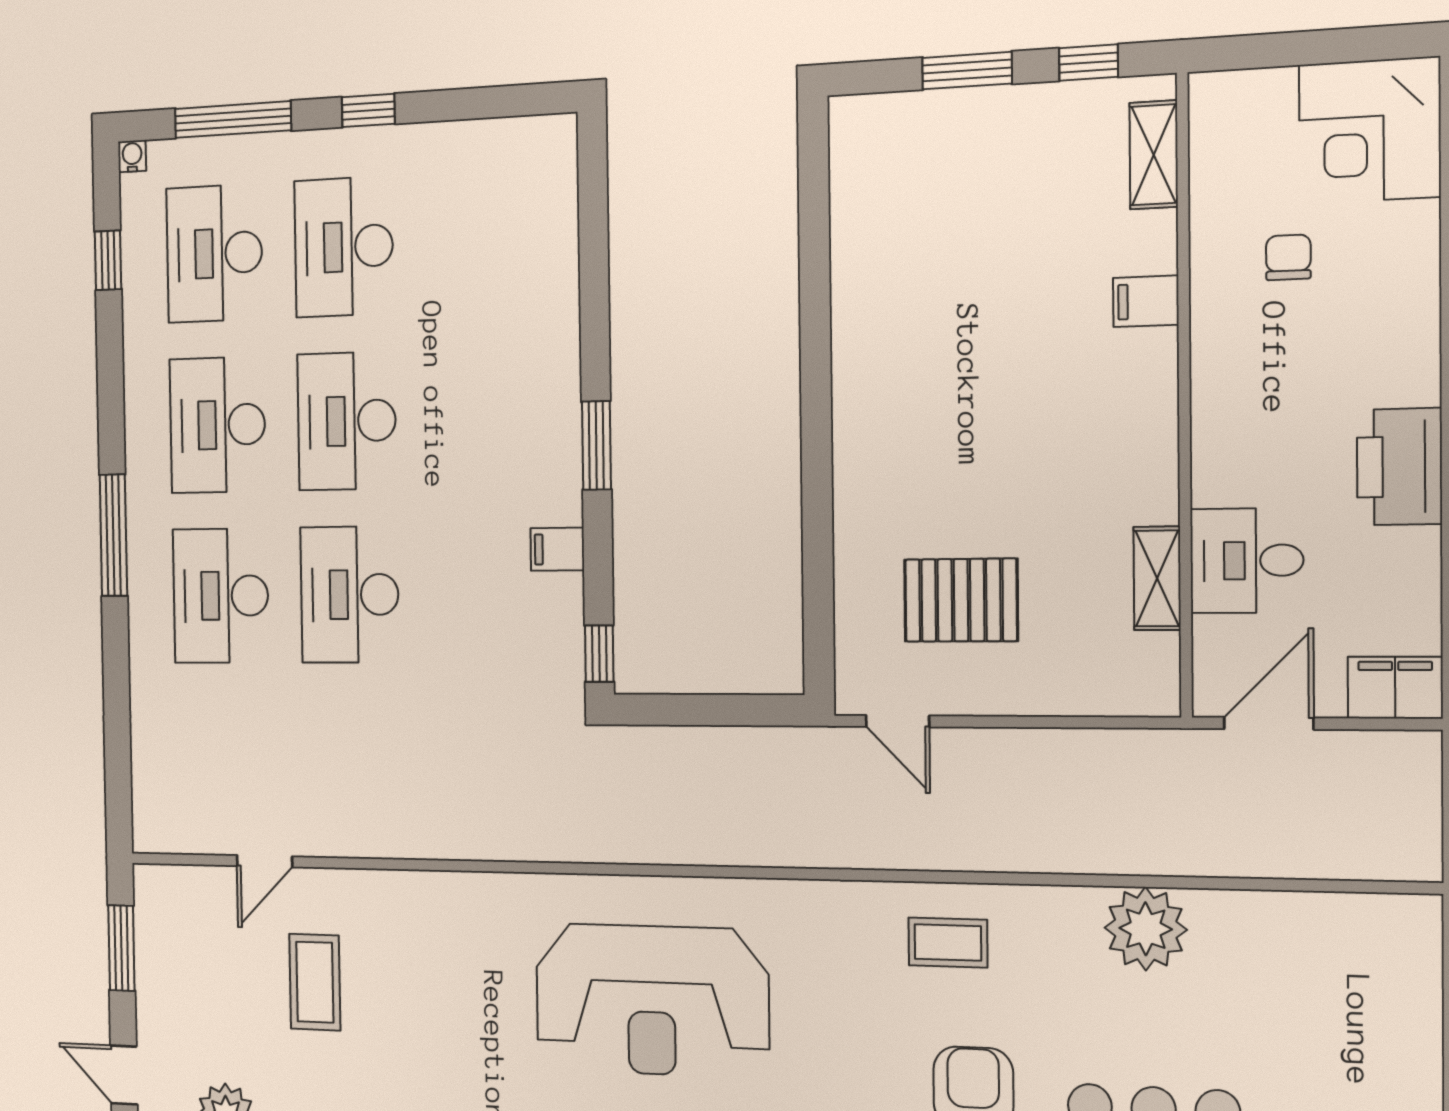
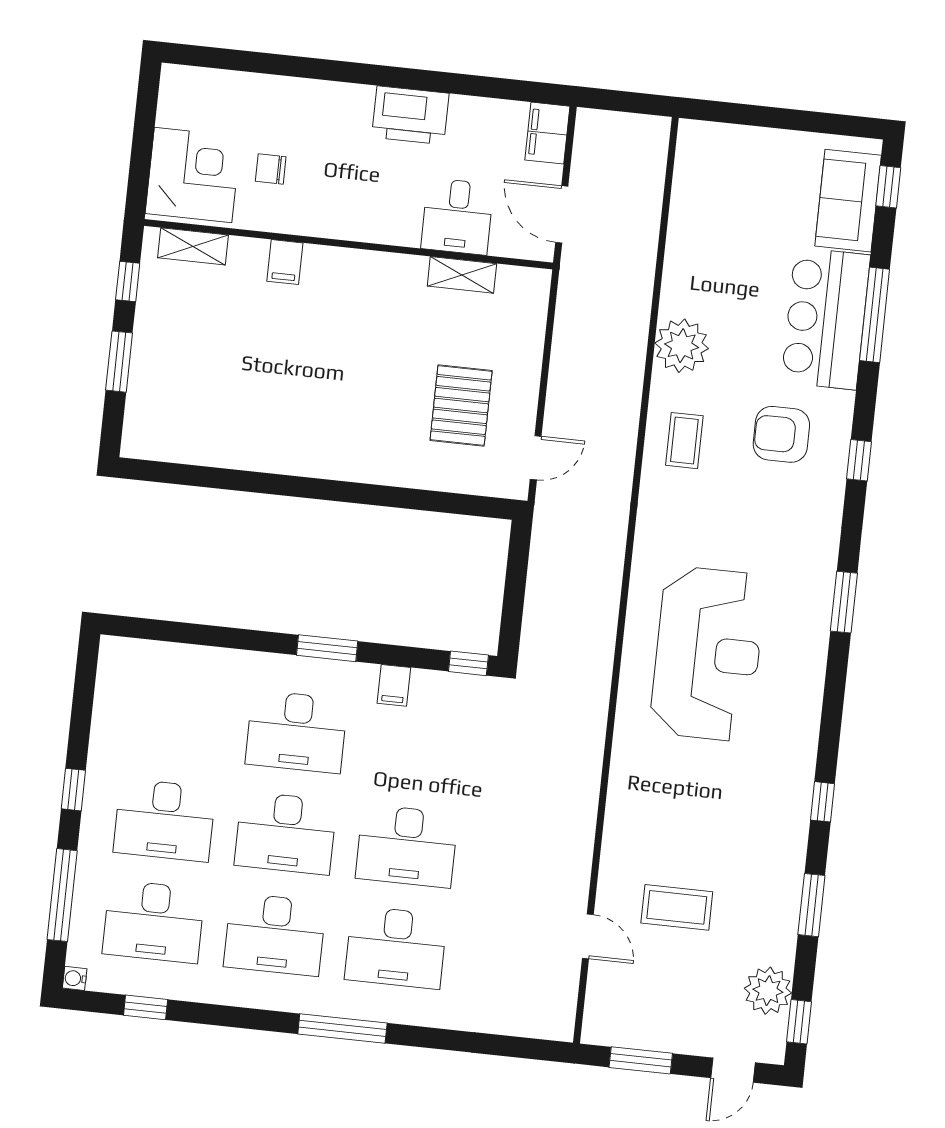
corner desk: (1370, 131) -> (193, 175), moved, turned -90
desk: (480, 417) -> (296, 732), added
plant: (1146, 929) -> (682, 346), moved

